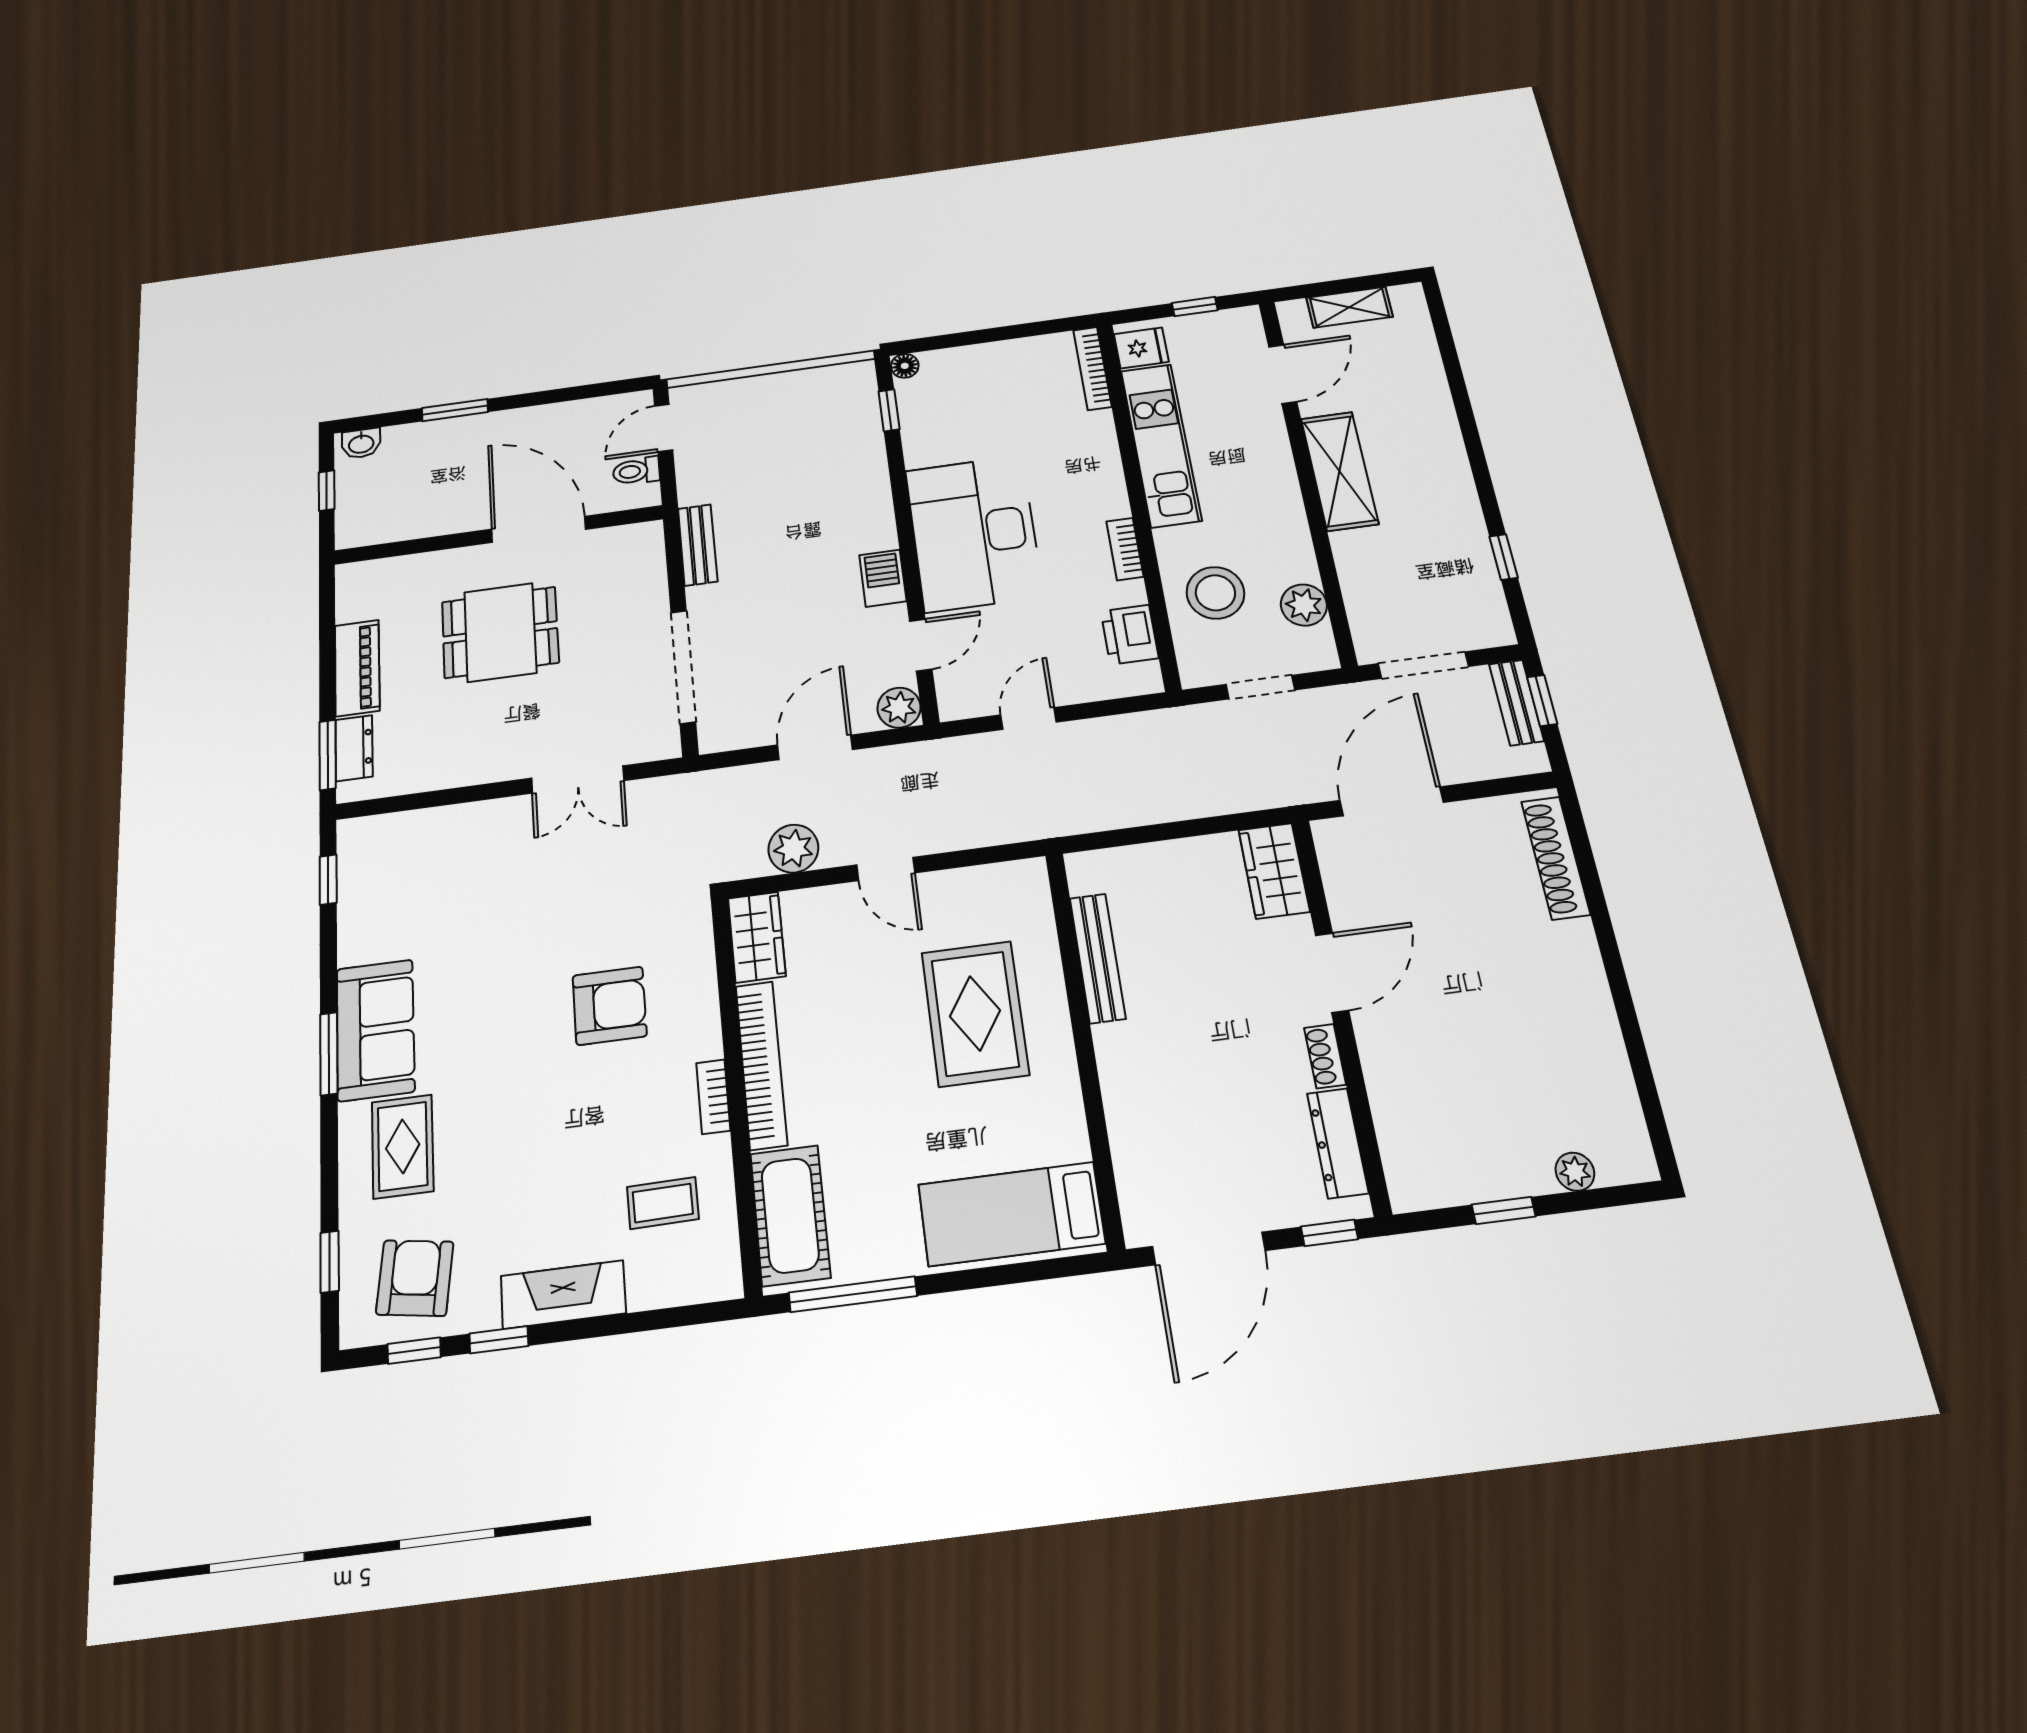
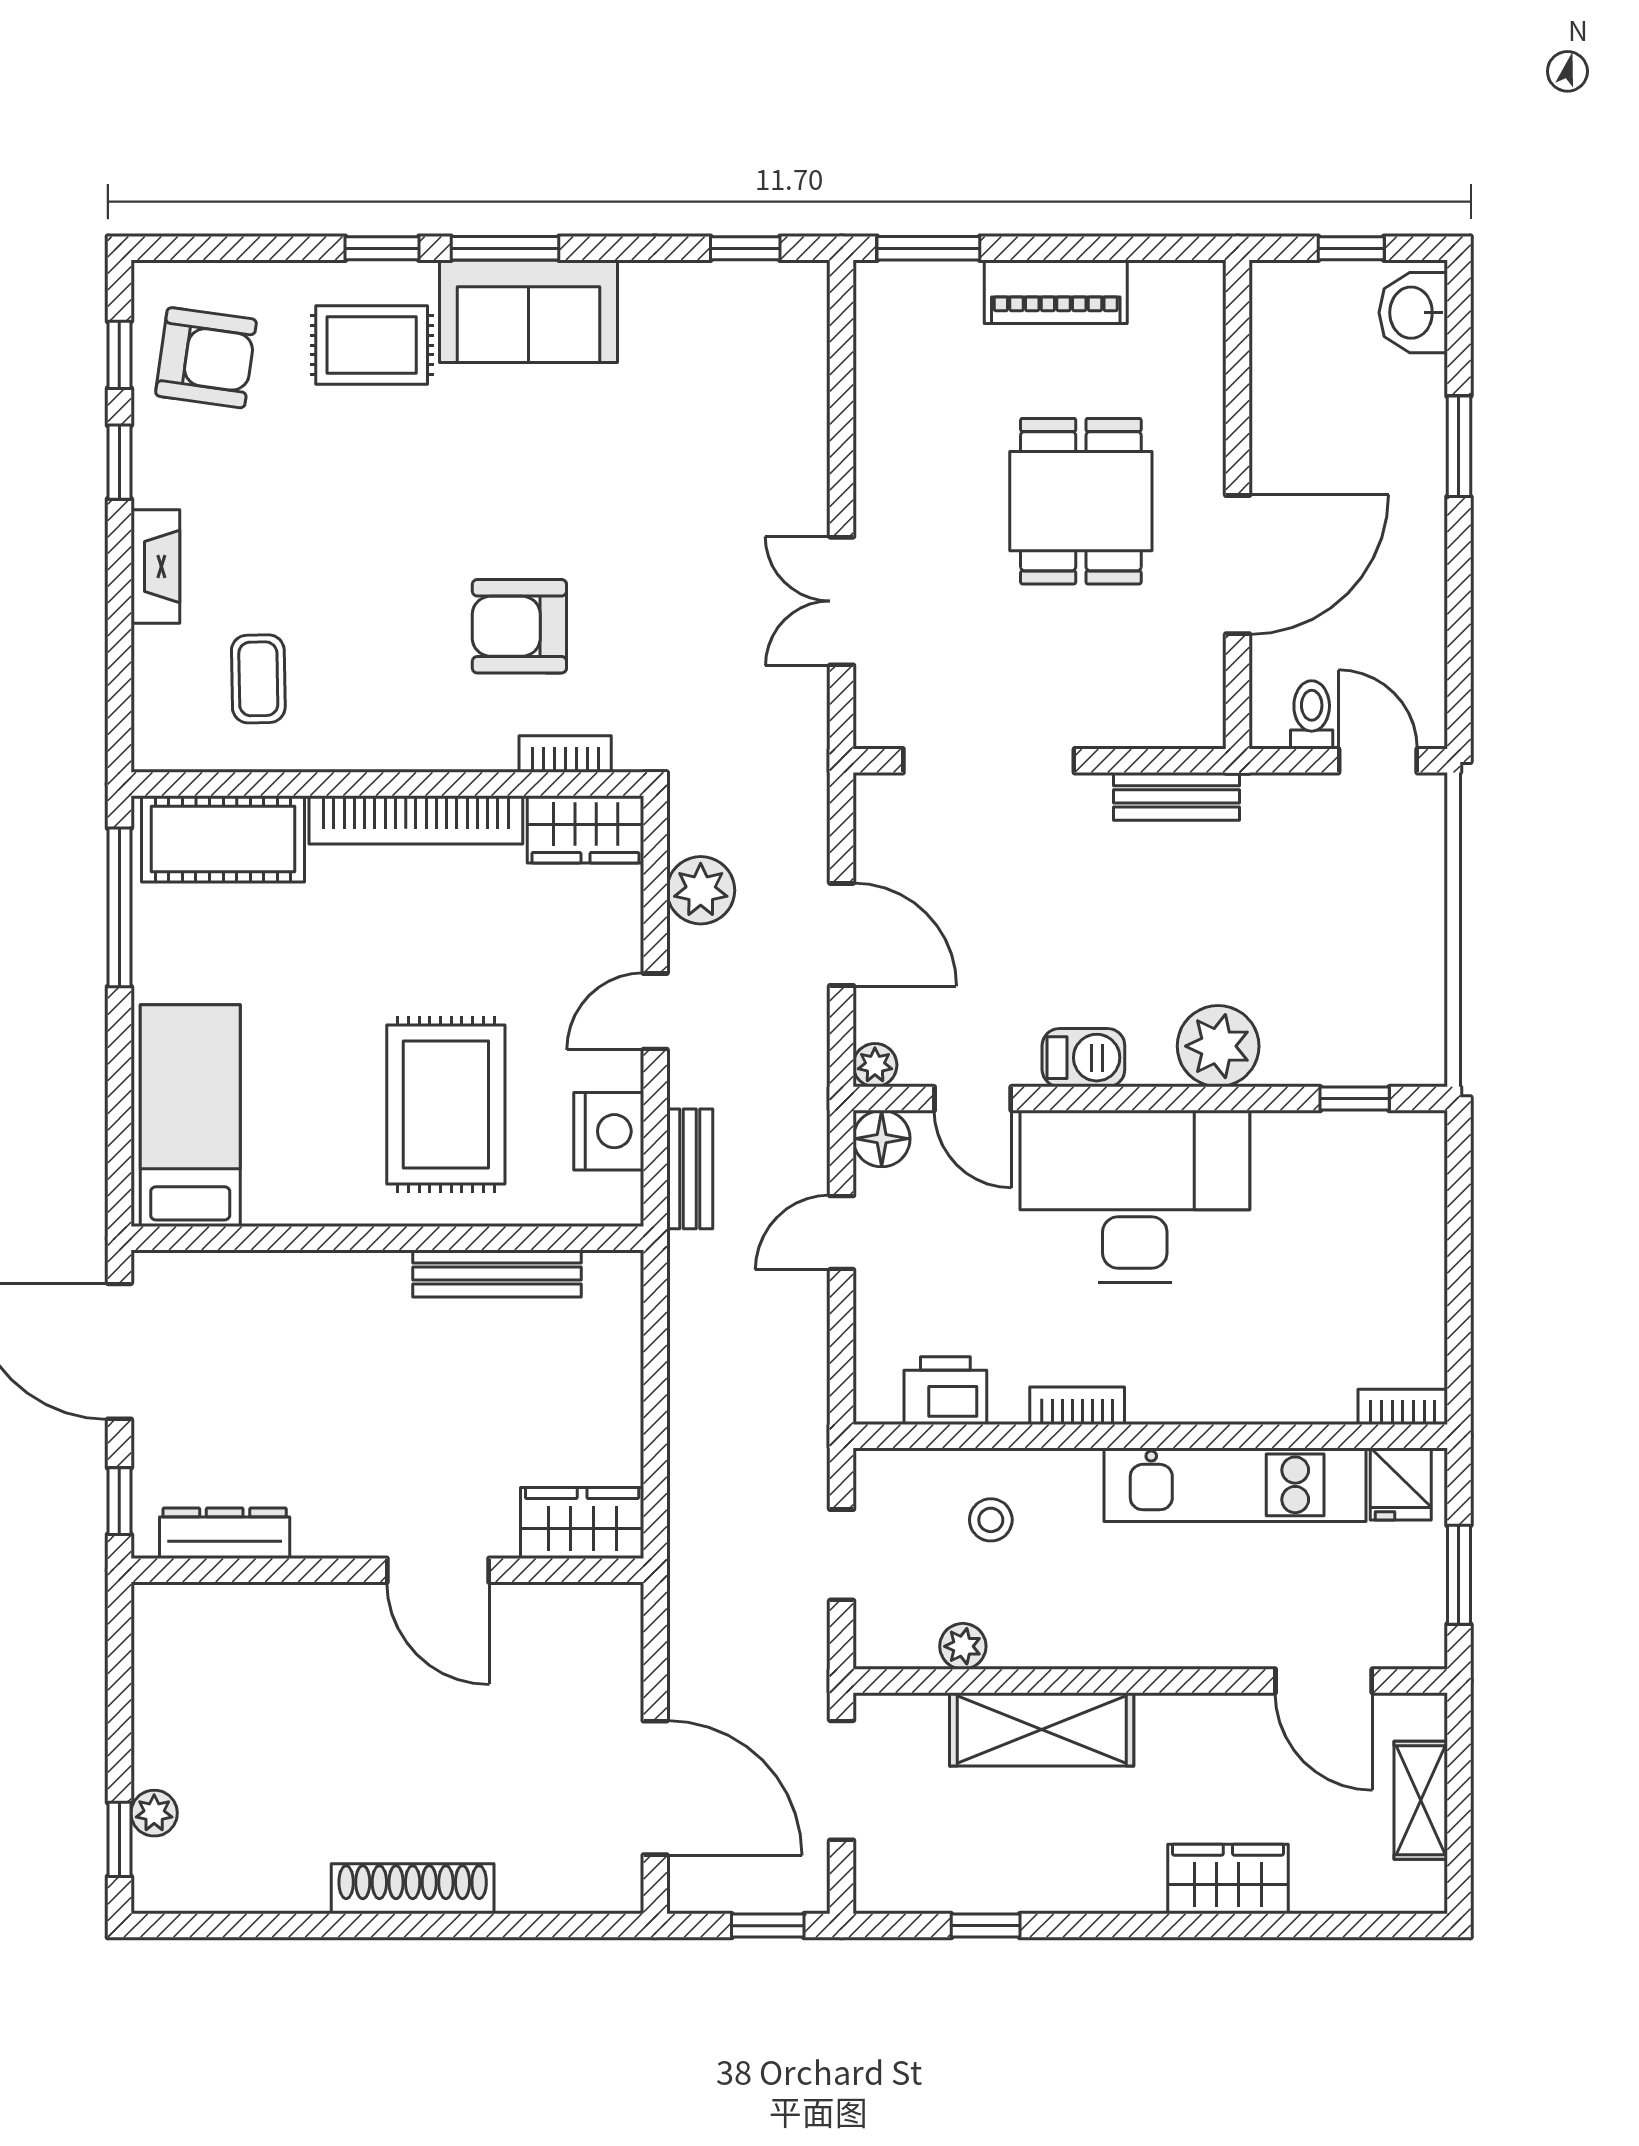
window: (1195, 307) -> (1459, 1575), width x1.50
floor lamp: (905, 366) -> (882, 1139), moved, width x1.37, depth x1.37
bookcase: (1092, 368) -> (1403, 1407), width x0.64
wardrobe: (1431, 412) -> (1228, 1879), added
washbasin: (361, 443) -> (1413, 313), width x1.38, depth x1.45
shelving: (1339, 471) -> (1042, 1729), moved
plant: (864, 496) -> (1218, 1046), added
stool: (1215, 593) -> (991, 1520), width x0.53, depth x0.53
plant: (1304, 605) -> (963, 1646), width x0.73, depth x0.73
bench: (1516, 702) -> (690, 1169), moved, turned 90
plant: (899, 708) -> (875, 1065), width x0.73, depth x0.73
door: (1028, 718) -> (842, 1233), swing flipped
dresser: (354, 748) -> (933, 286), removed
door: (1392, 801) -> (655, 1788), moved
shoe rack: (1556, 858) -> (413, 1889), moved
nightstand: (978, 890) -> (609, 1131), added
armchair: (610, 1006) -> (519, 626), turned 90
rug: (975, 1013) -> (446, 1104), turned 90
shoe rack: (1325, 1056) -> (333, 1540), removed
bookcase: (713, 1097) -> (565, 754), moved
window: (1504, 1211) -> (119, 1839), moved
window: (330, 1262) -> (382, 248), moved
fireplace: (563, 1295) -> (155, 567), width x0.73, depth x0.76

